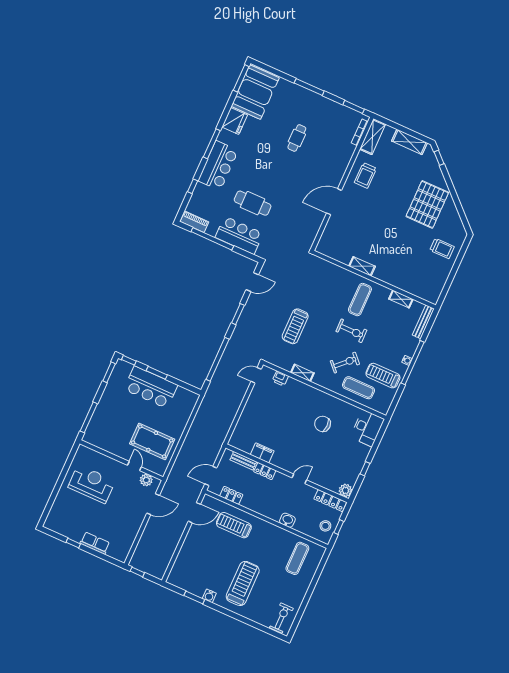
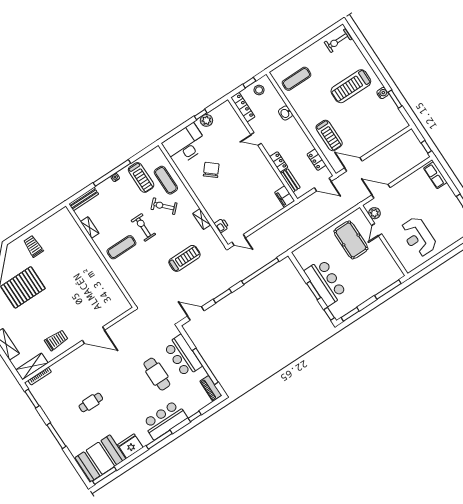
shelving: (362, 266) -> (104, 272), removed
chair: (323, 424) -> (211, 170), turned -140
desk: (367, 428) -> (185, 145), width x1.36, depth x1.30
filing cabinet: (262, 453) -> (285, 197), moved
plant: (345, 490) -> (206, 120), moved
row of seats: (95, 543) -> (435, 175), moved

